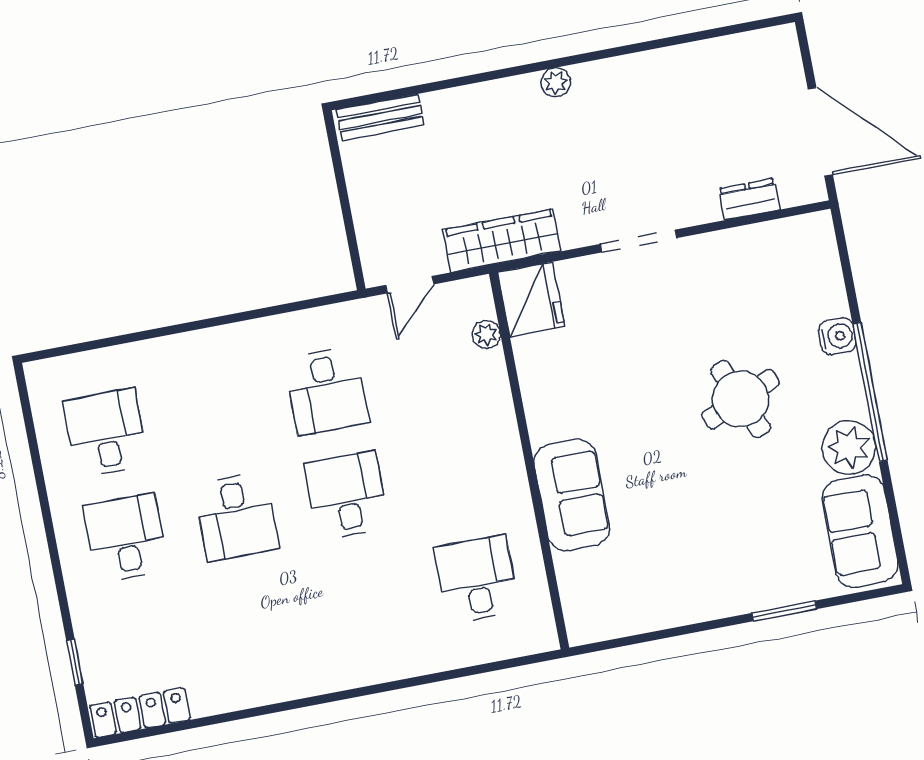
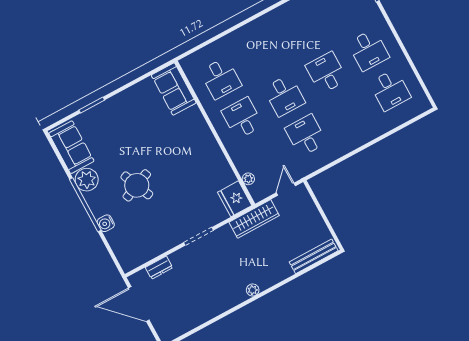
bench: (380, 117) -> (314, 256), width x1.36
desk: (457, 475) -> (242, 118), added
sofa: (572, 495) -> (174, 89), moved

